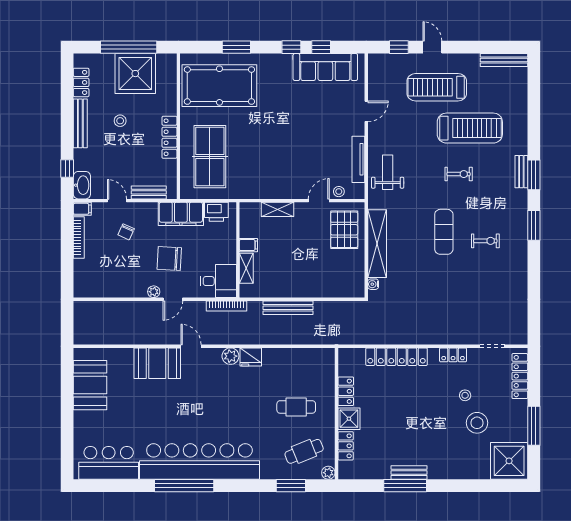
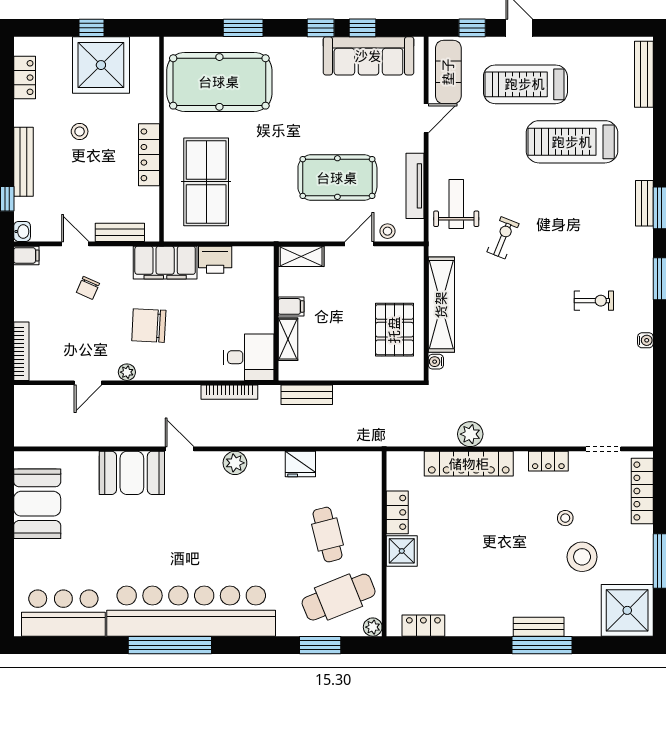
window: (129, 47) -> (92, 28), width x0.32
bench: (504, 60) -> (644, 74), moved, turned 90
bench: (80, 123) -> (24, 162), moved
treadmill: (470, 128) -> (572, 142), turned 180
pool table: (303, 153) -> (337, 178), added
exercise bike: (459, 174) -> (503, 238), moved, turned -68
washbasin: (82, 185) -> (22, 231), width x0.52, depth x0.69
pallet: (344, 230) -> (394, 330), moved
exercise mat: (444, 232) -> (448, 72), moved
bookcase: (79, 238) -> (21, 351), moved
filing cabinet: (248, 245) -> (291, 306), moved
wall: (238, 250) -> (276, 313), moved
shelving: (246, 268) -> (288, 339), moved
water cooler: (522, 269) -> (645, 340), added
desk: (218, 281) -> (249, 357), moved
door: (173, 299) -> (88, 383), moved
bench: (288, 308) -> (307, 395), width x0.73
plant: (398, 336) -> (470, 434), added
fridge: (251, 357) -> (300, 464), moved
cafe table: (296, 407) -> (327, 535), turned 76
locker: (346, 446) -> (423, 626), moved, turned -90
cafe table: (304, 451) -> (339, 597), width x1.37, depth x1.35
bench: (409, 472) -> (539, 627), moved
window: (405, 486) -> (542, 645), moved

